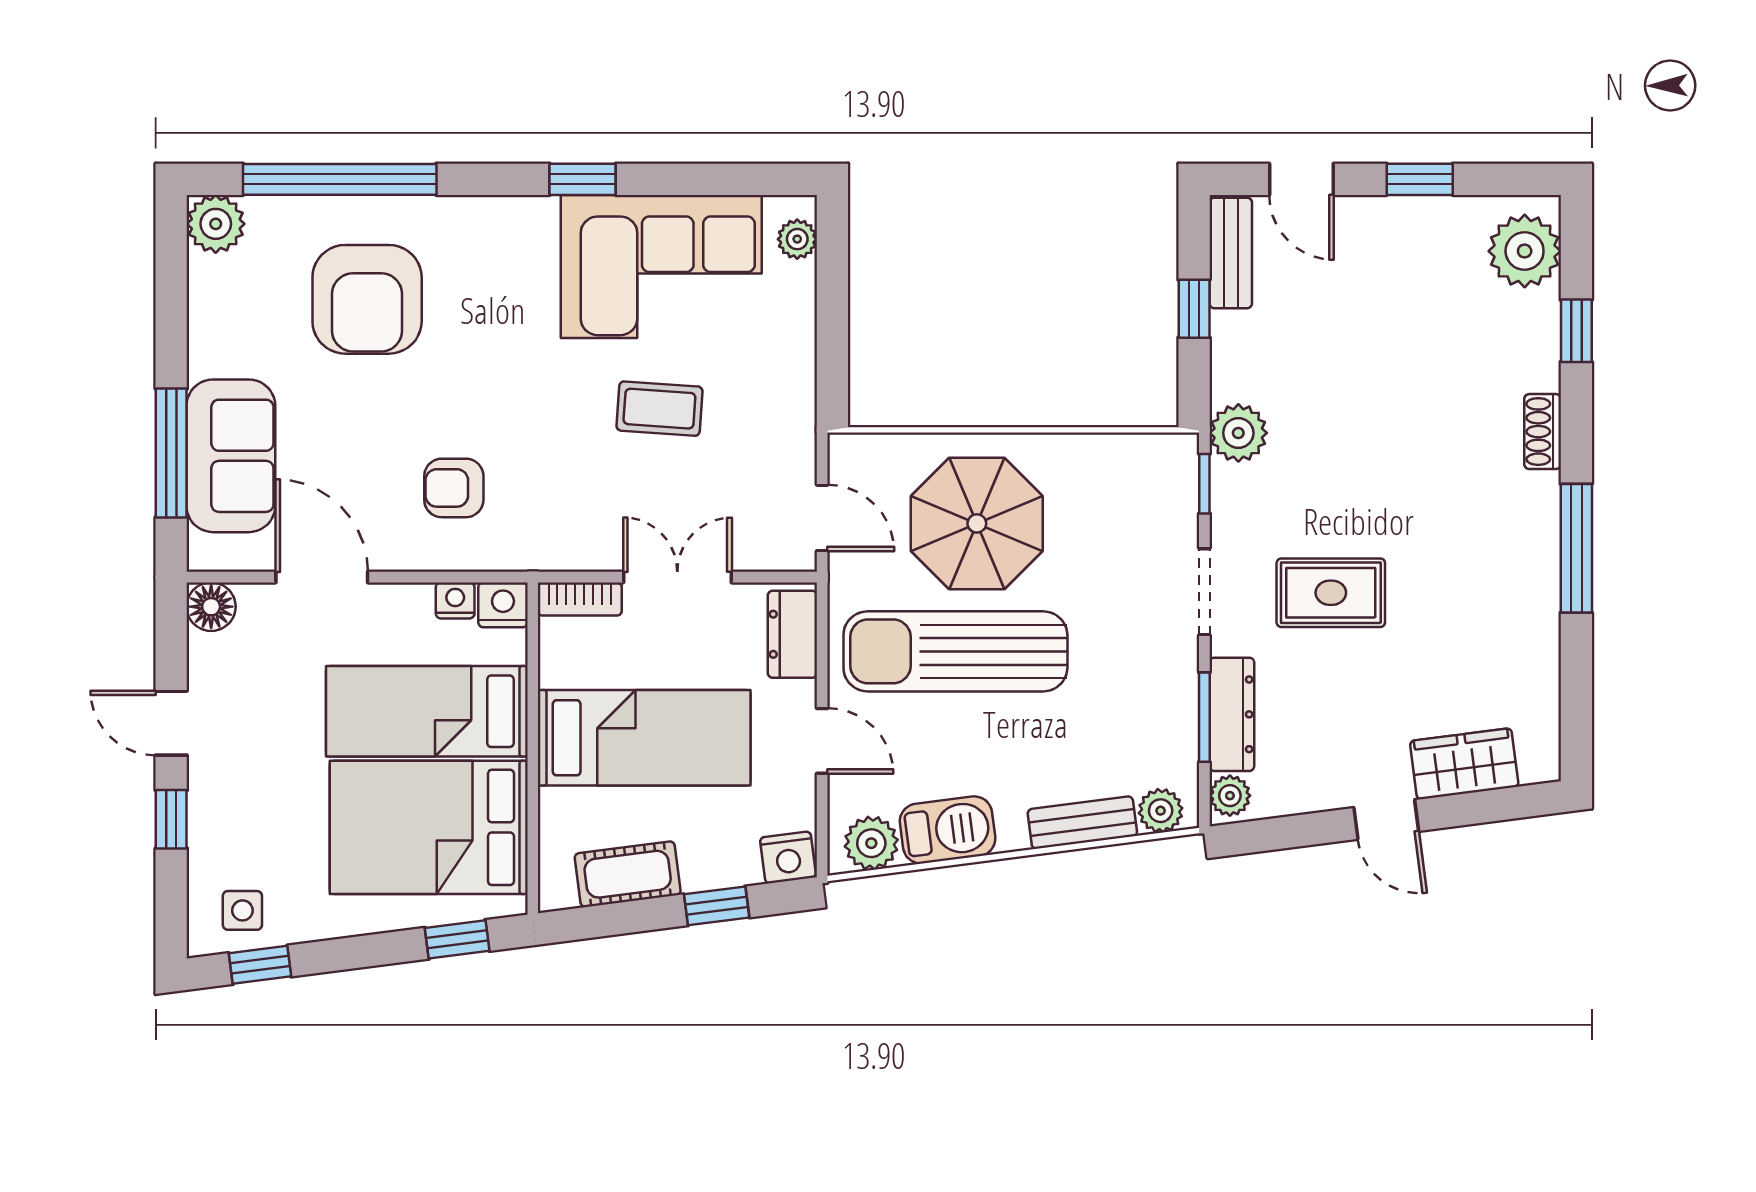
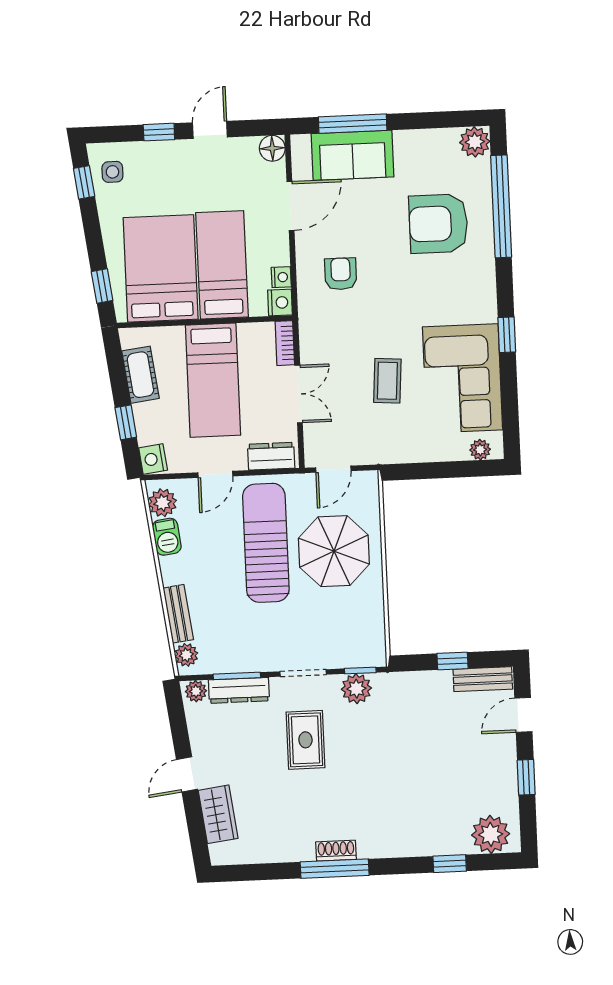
shoe rack: (1543, 432) -> (336, 851), moved
plant: (1238, 433) -> (356, 689), moved
barbecue: (948, 830) -> (167, 537), width x0.73, depth x0.79

